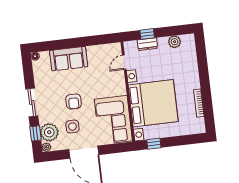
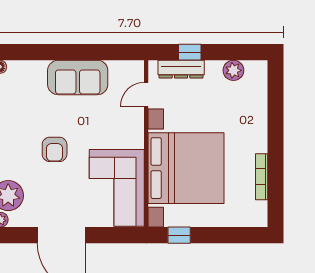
dresser: (147, 44) -> (181, 69), width x1.44
sofa: (69, 59) -> (78, 77), moved
side table: (72, 127) -> (48, 191), removed

